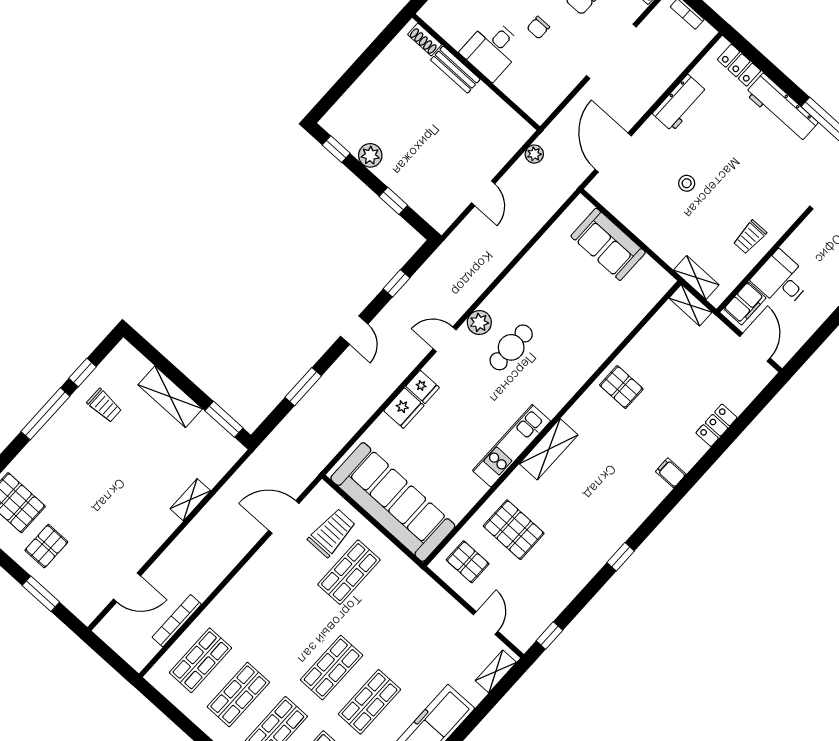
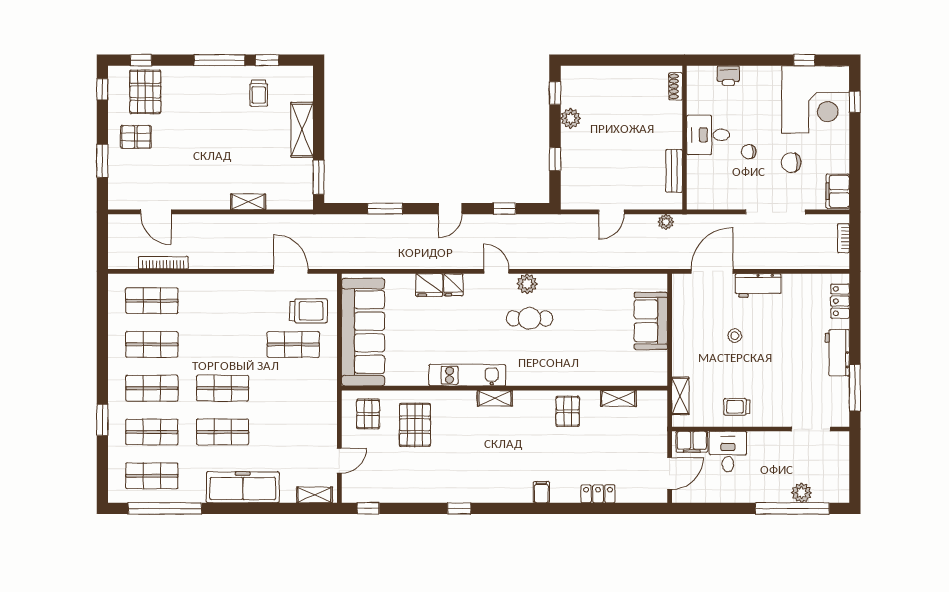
bench: (455, 70) -> (674, 171), moved
workbench: (680, 103) -> (758, 285), moved
workbench: (782, 108) -> (837, 353), width x0.73
shelving: (691, 305) -> (618, 398), moved, turned 90
shelving: (549, 449) -> (495, 398), width x0.67, depth x0.75

